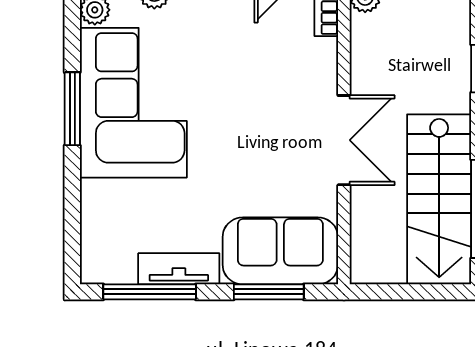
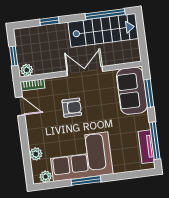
armchair: (258, 97) -> (72, 108), added
tv unit: (179, 269) -> (146, 147), moved

